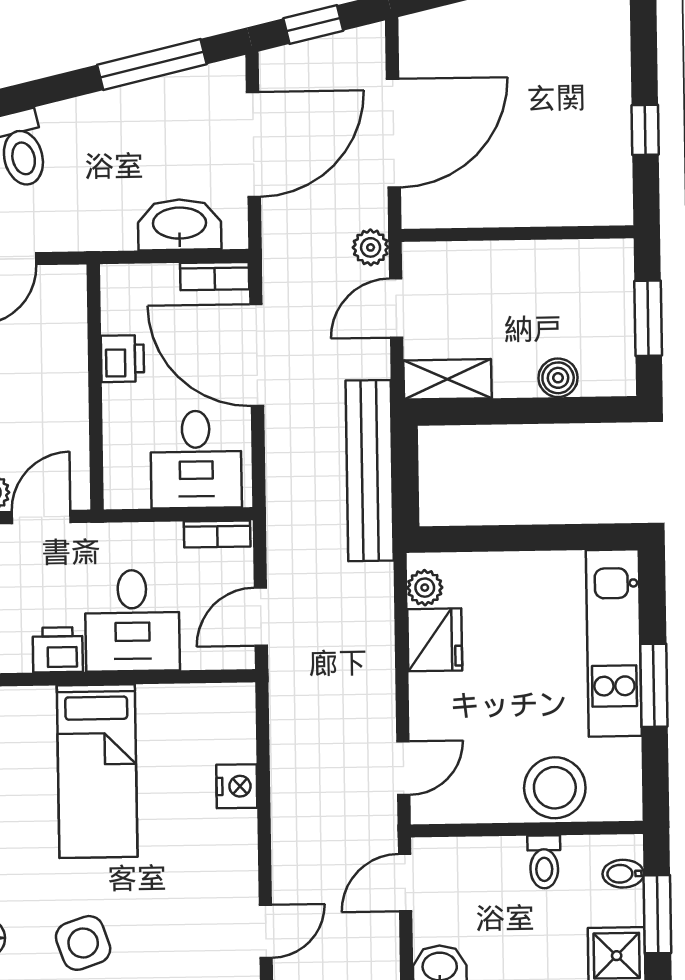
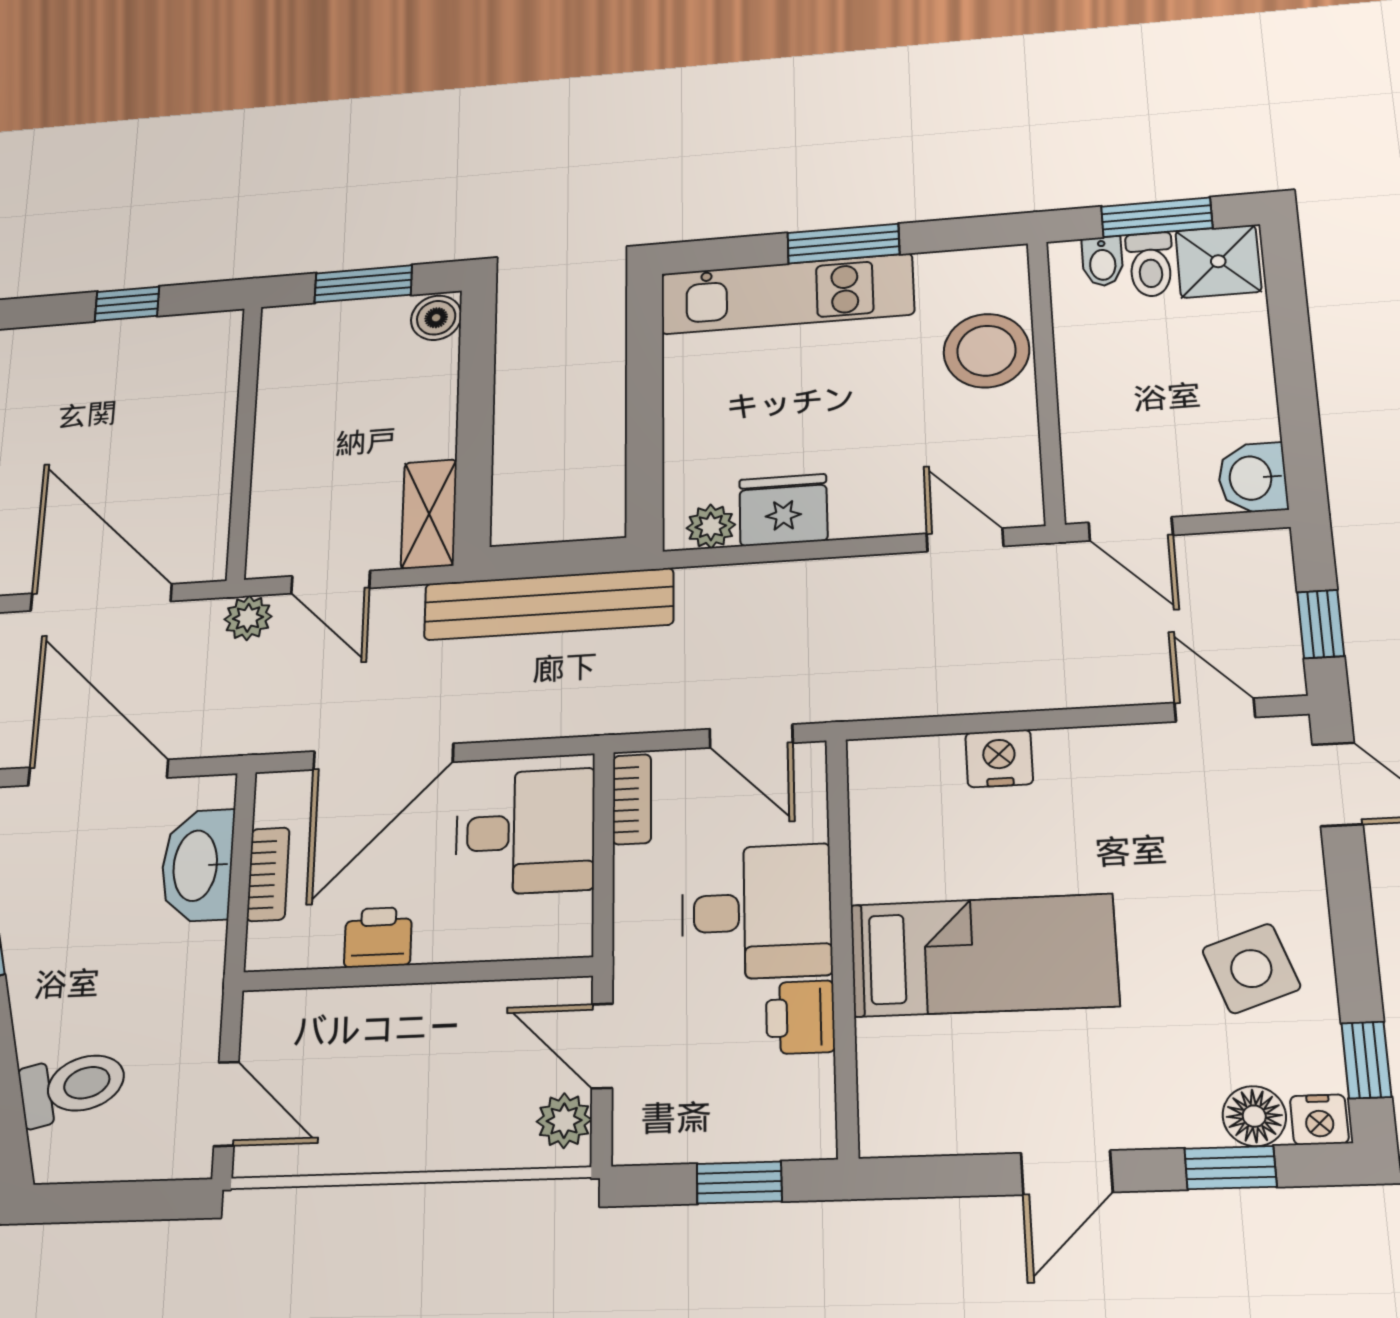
bookcase: (215, 276) -> (268, 874), moved
boiler: (558, 378) -> (436, 318), moved
toilet: (544, 862) -> (1150, 265), moved, turned 90

